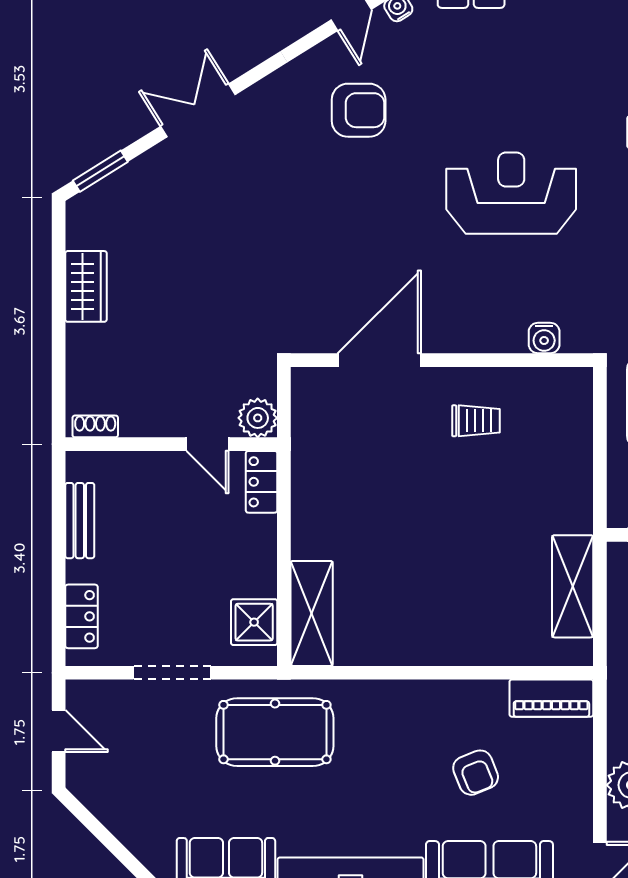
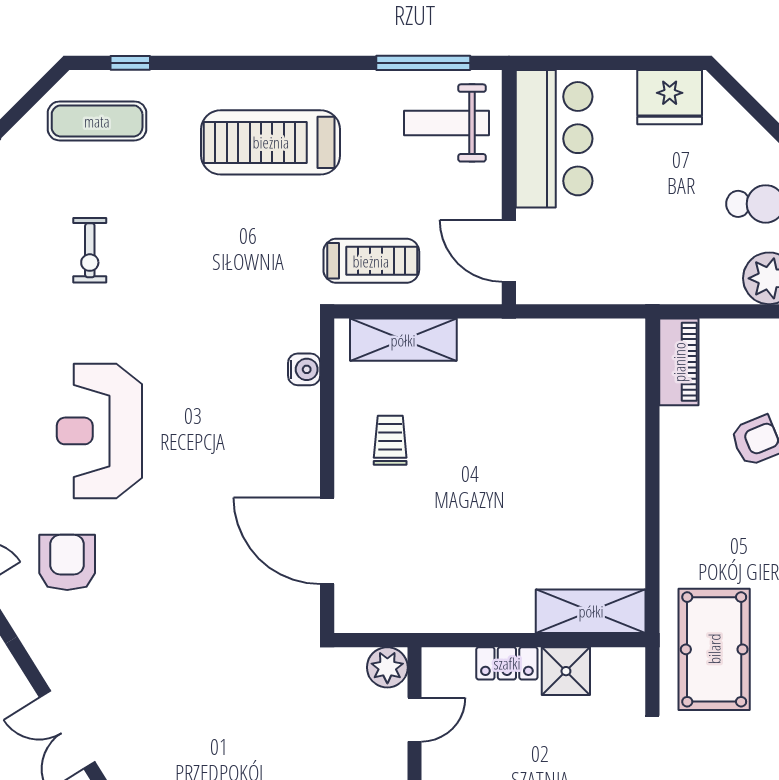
reception desk: (511, 193) -> (99, 431), moved
locker: (262, 482) -> (507, 663), moved
shelving: (573, 586) -> (403, 340), moved
shower: (254, 622) -> (566, 671), moved

